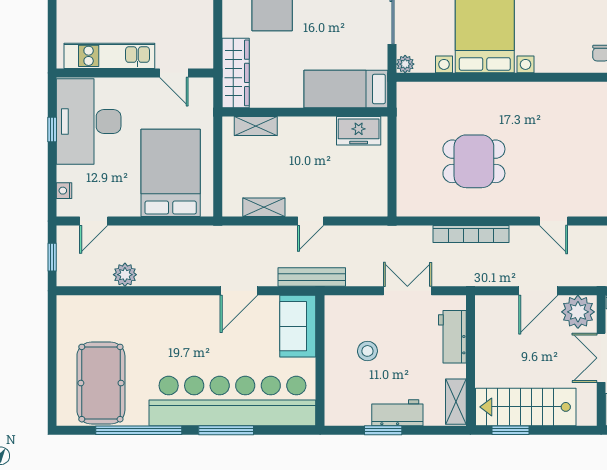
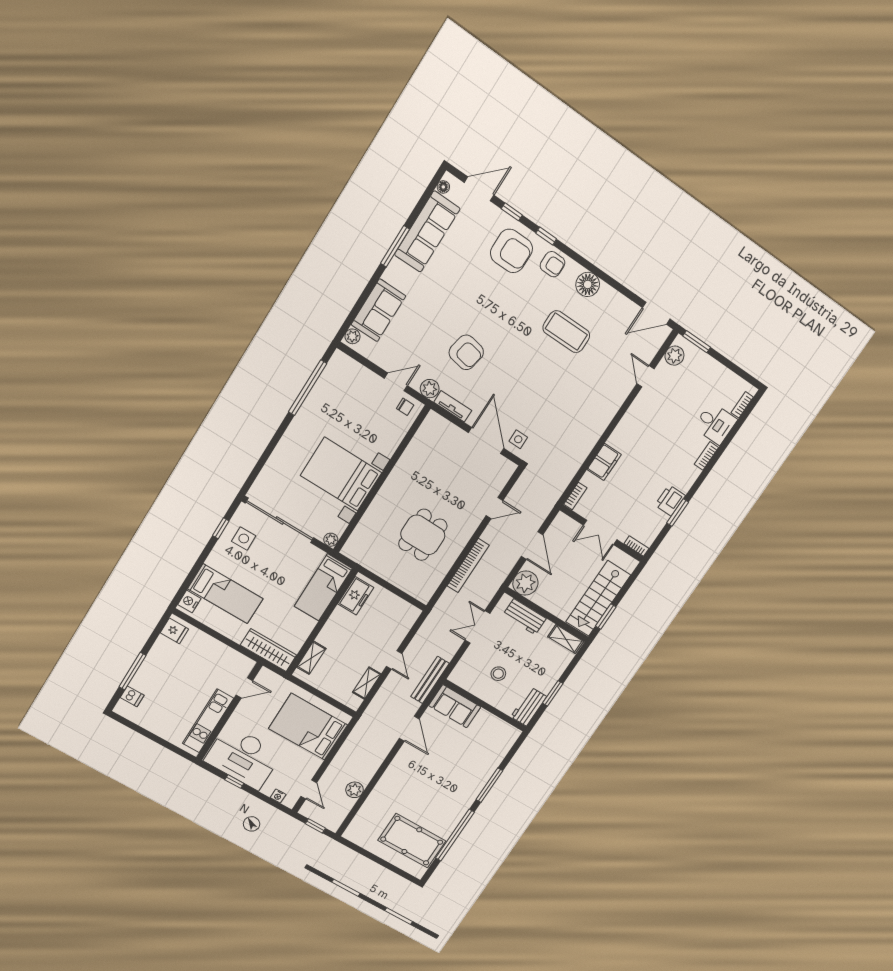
plant: (578, 312) -> (525, 583), moved
bar counter: (232, 401) -> (474, 771), removed
workbench: (397, 413) -> (529, 707), moved

